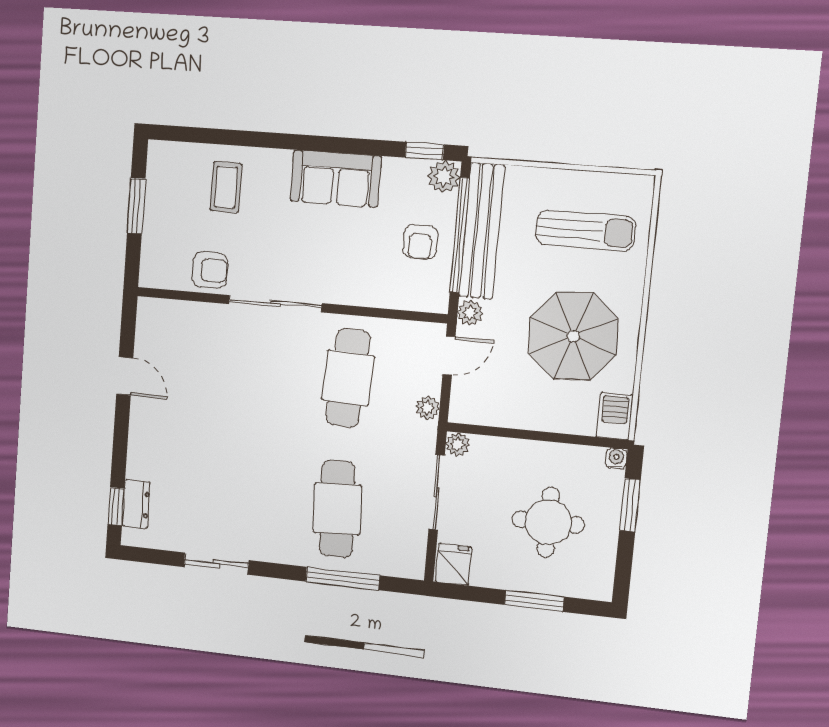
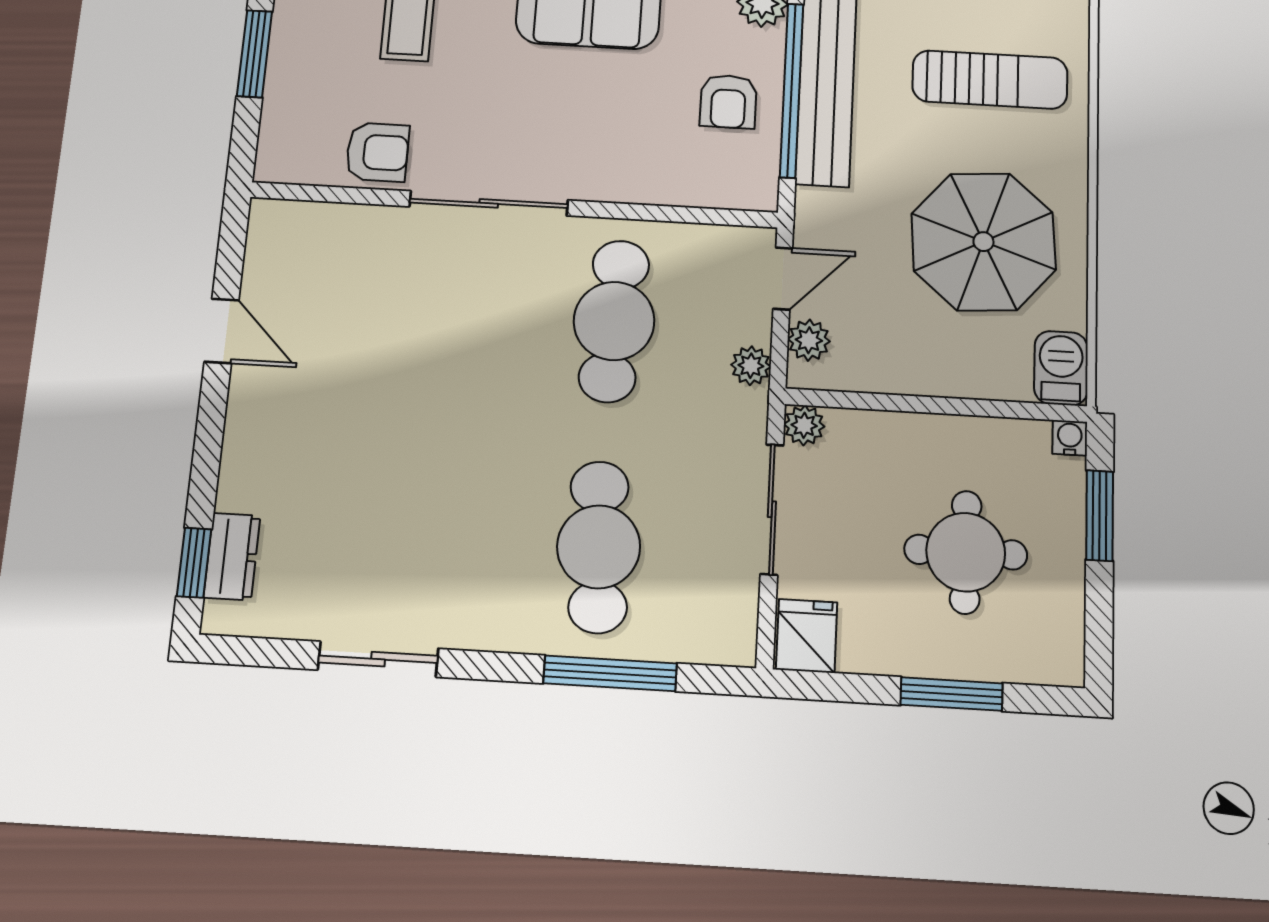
plant: (470, 313) -> (809, 340), moved

